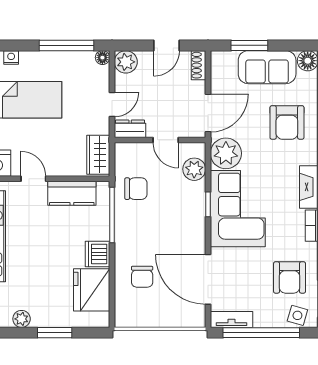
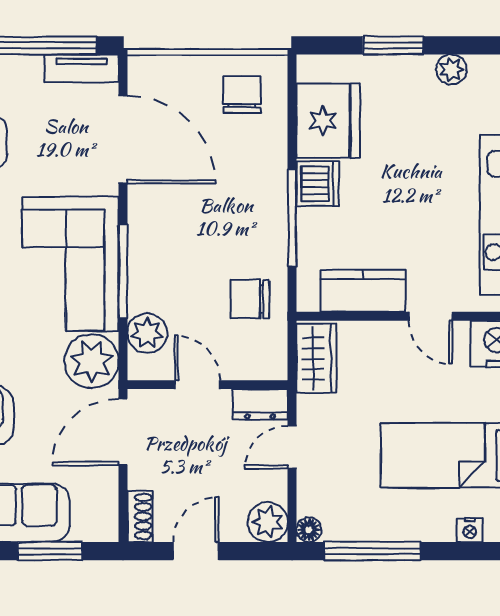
window: (208, 204) -> (123, 271), width x2.17
window: (112, 215) -> (292, 218), moved
chair: (142, 277) -> (242, 94), moved

